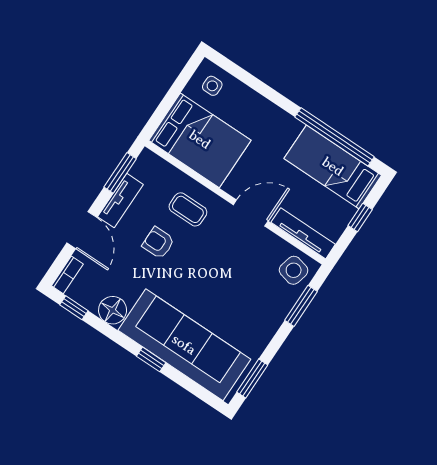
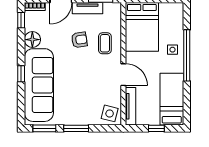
side table: (212, 86) -> (172, 50), moved
window: (334, 137) -> (187, 55), moved
armchair: (158, 243) -> (79, 40), turned 81
window: (301, 306) -> (76, 128), moved

